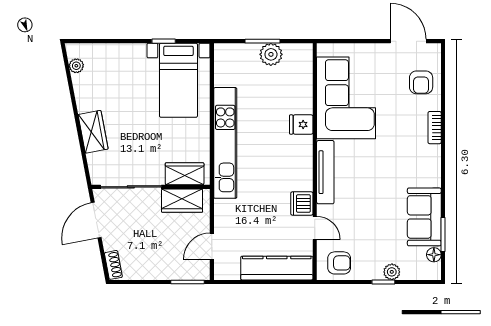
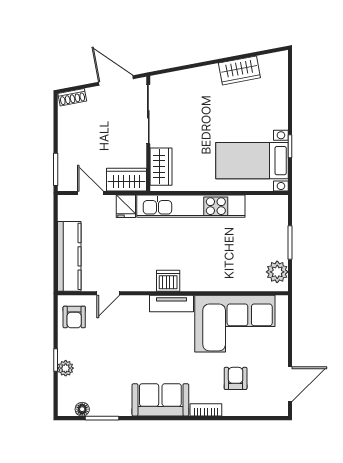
plant: (271, 54) -> (277, 272), moved
plant: (76, 66) -> (266, 61), removed
armchair: (421, 82) -> (236, 378), moved, turned 90
fridge: (301, 124) -> (126, 206), moved, turned 180
wardrobe: (93, 132) -> (239, 70), moved
tv unit: (325, 172) -> (172, 304), width x0.71
wardrobe: (182, 201) -> (126, 180), moved, turned 90
dishwasher: (302, 203) -> (168, 281), moved
sofa: (424, 217) -> (160, 400), moved

